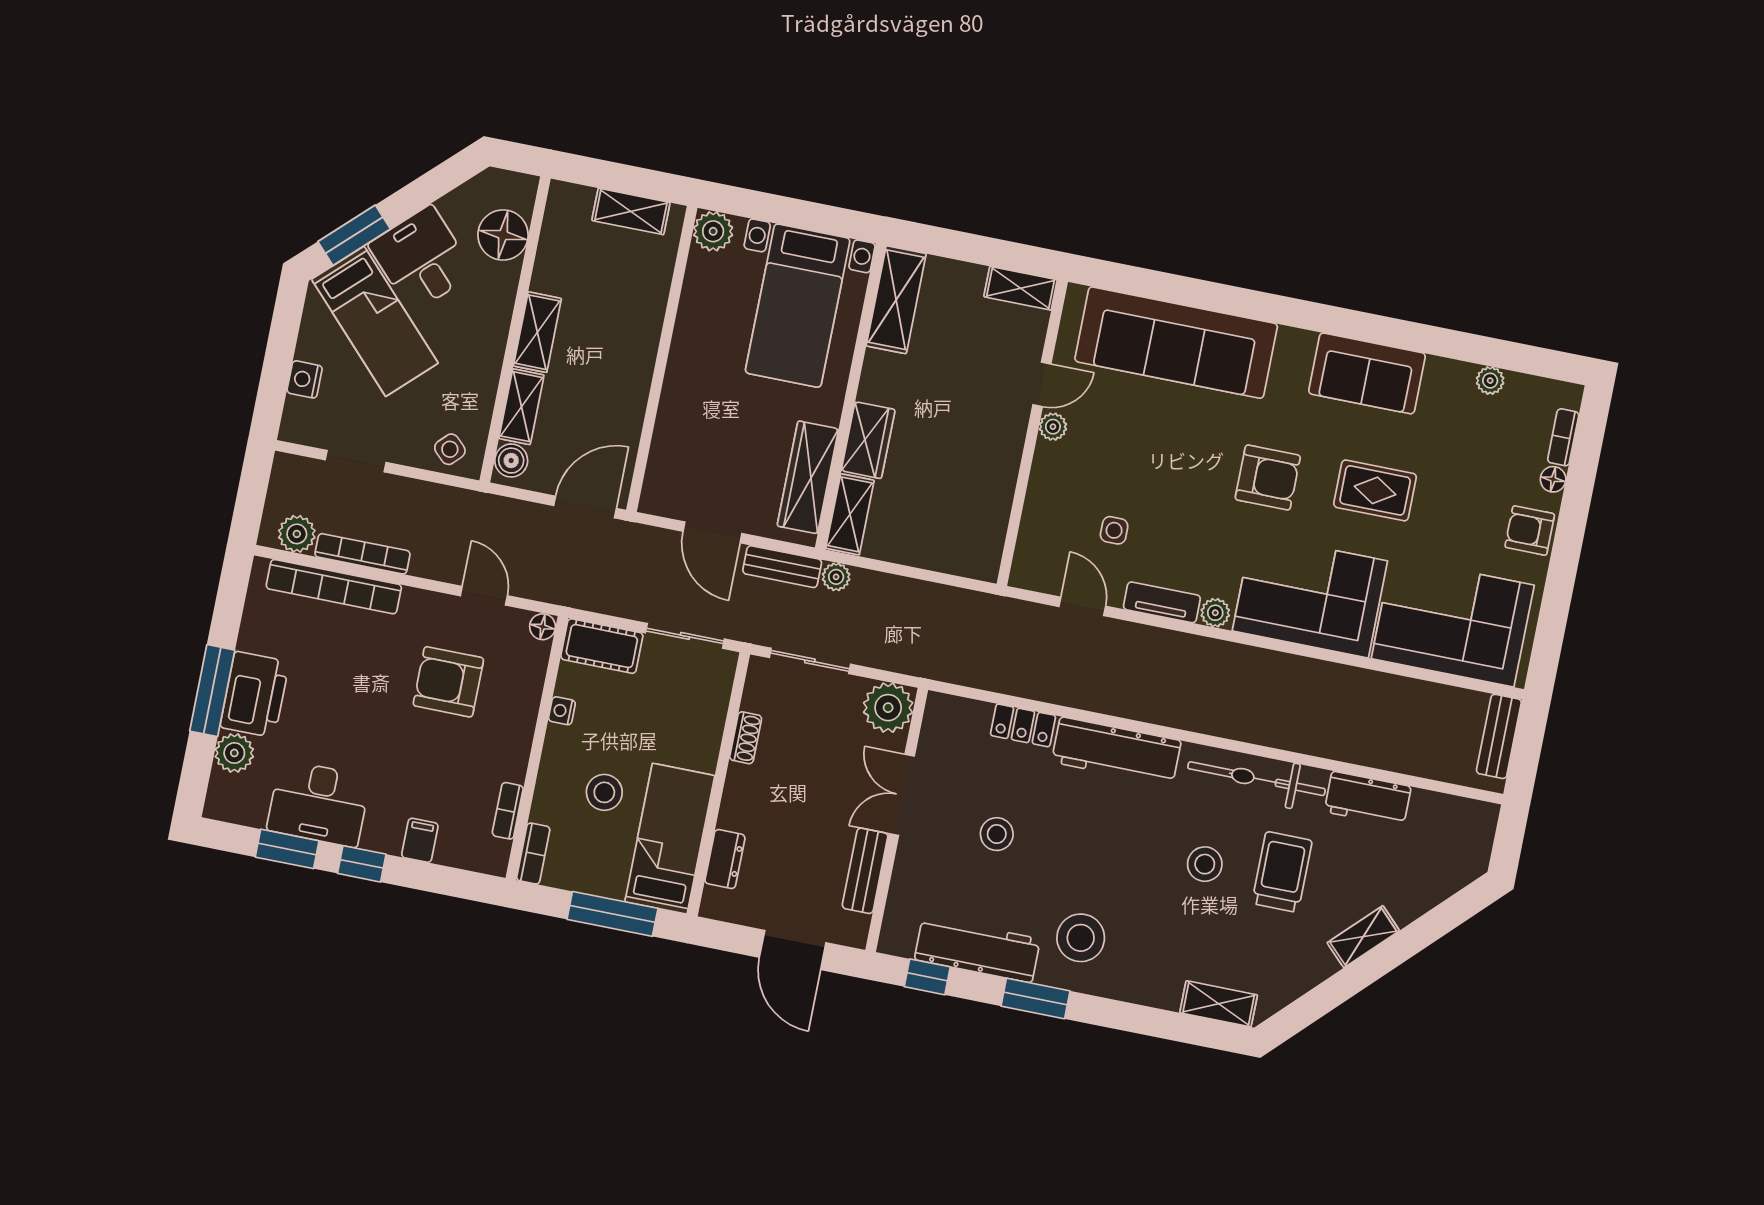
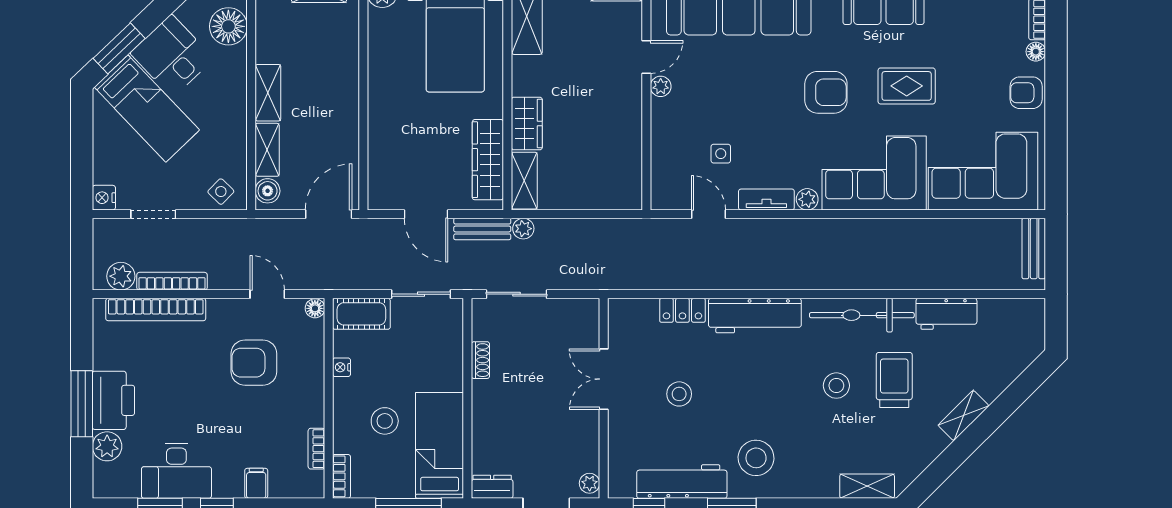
nightstand: (305, 379) -> (104, 198), moved
plant: (888, 708) -> (590, 483), moved, width x0.53, depth x0.53
dresser: (725, 859) -> (492, 487), moved, turned -90
bench: (865, 871) -> (588, 440), removed

